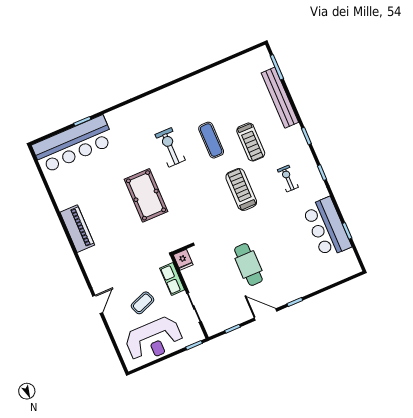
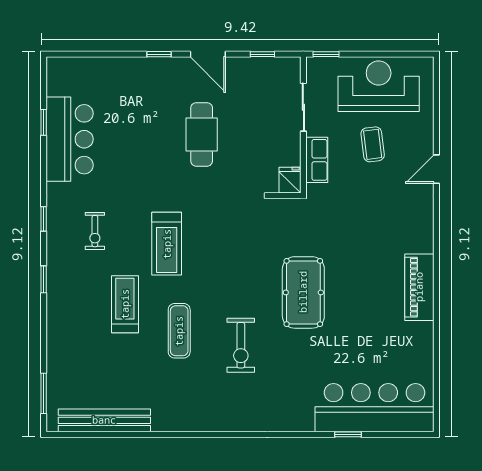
bench: (280, 98) -> (104, 420), moved, turned 90
coffee table: (143, 303) -> (373, 144), turned -76

